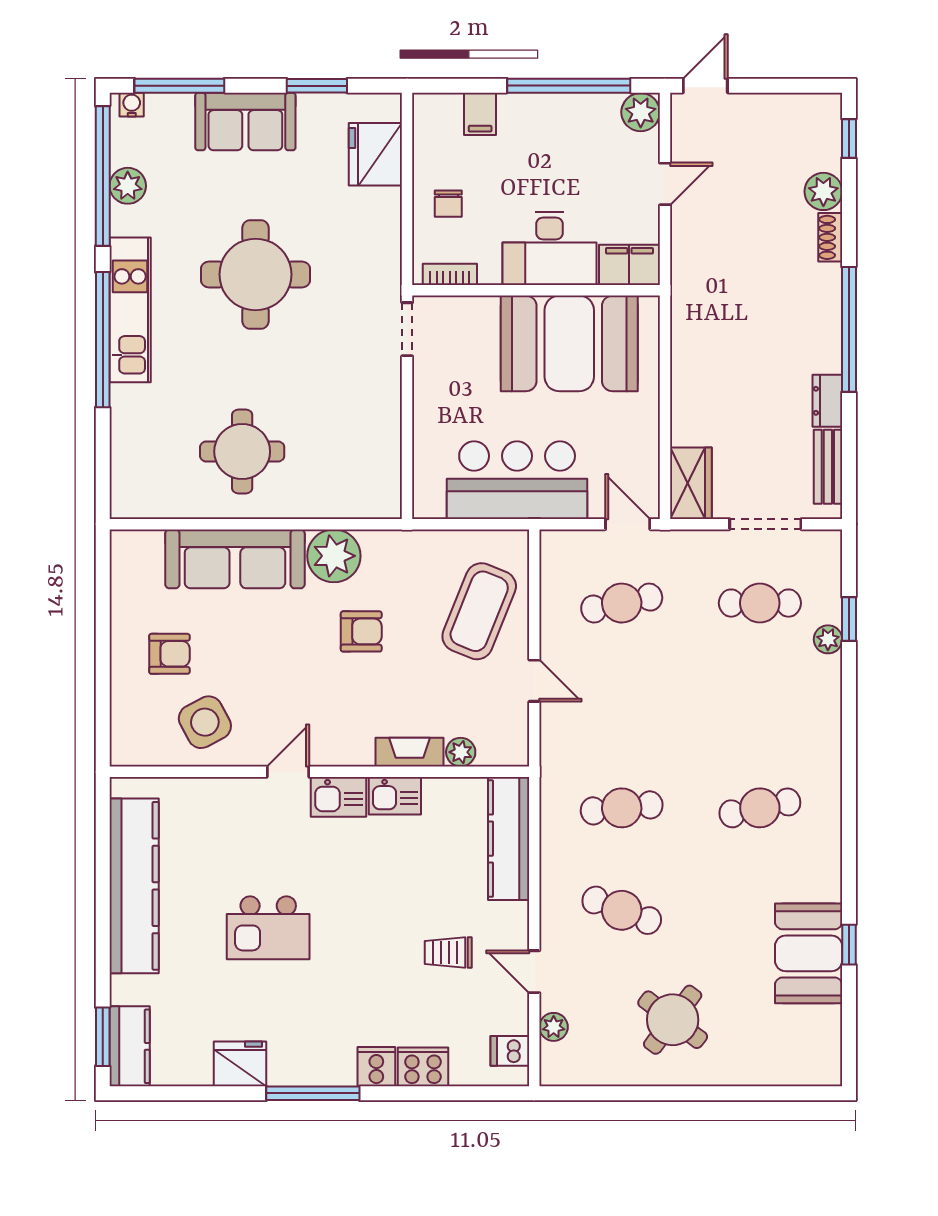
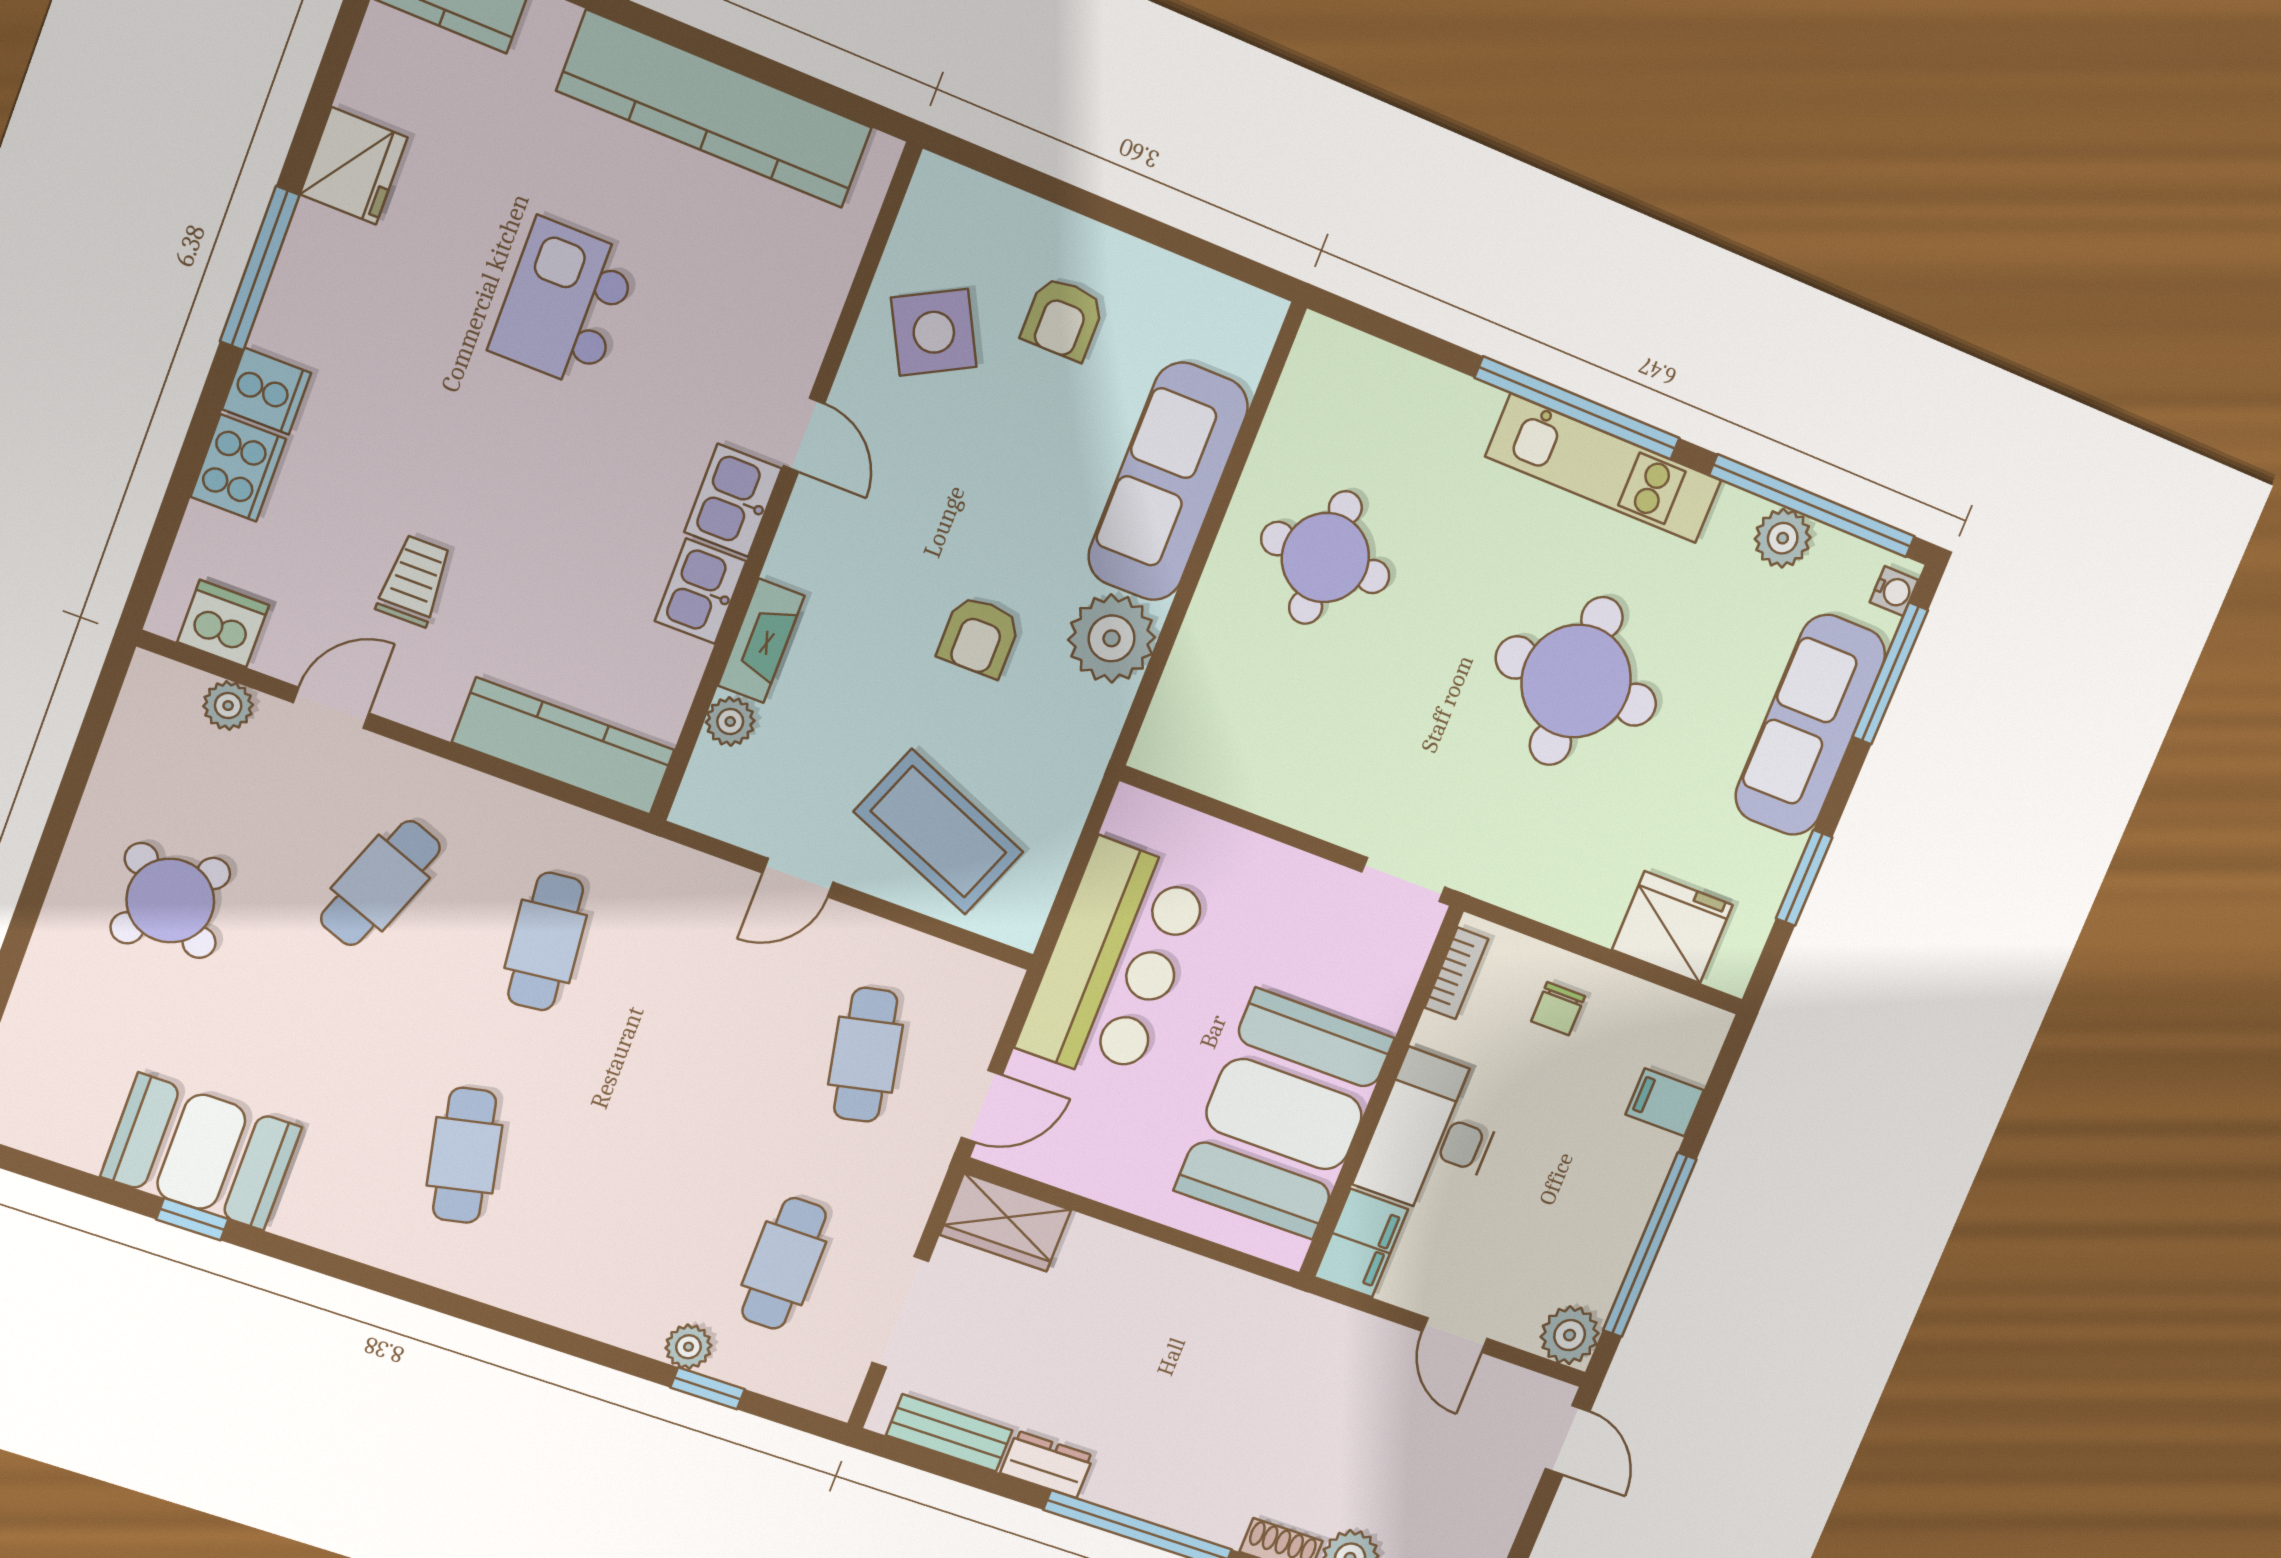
sofa: (245, 122) -> (1810, 725), width x1.36
chair: (448, 204) -> (1558, 1009), turned -90
dishwasher: (510, 1051) -> (223, 624), width x1.38

